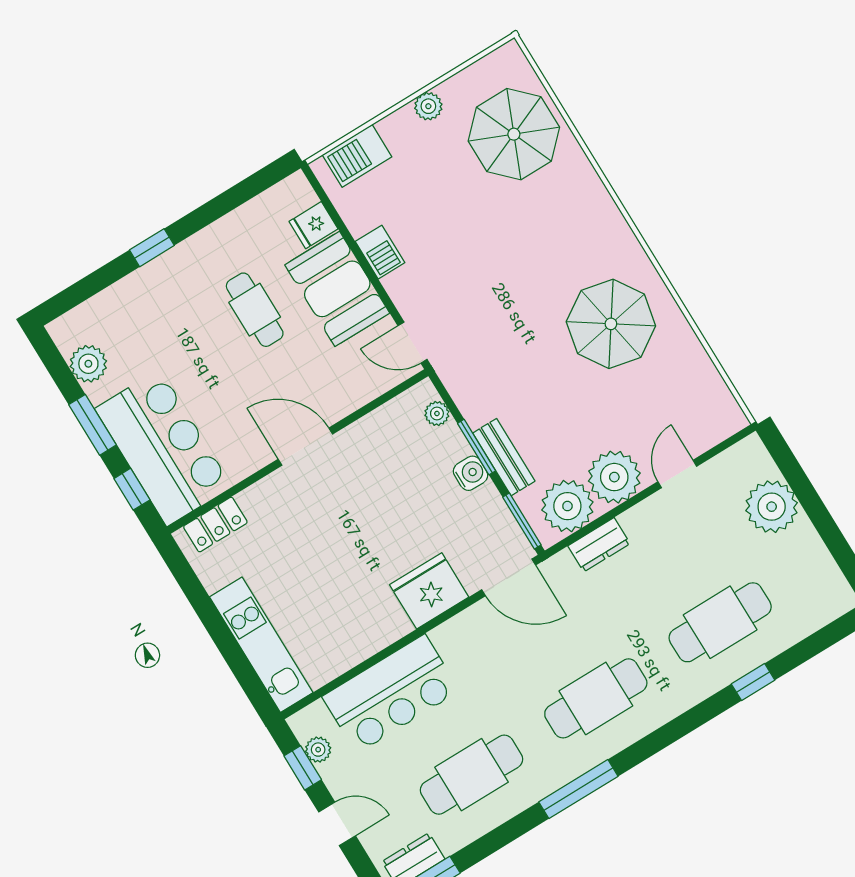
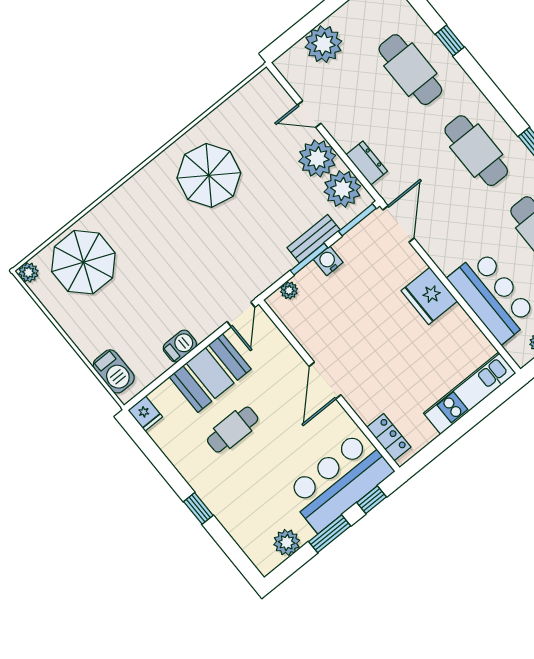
plant: (428, 106) -> (29, 272), moved
fridge: (313, 225) -> (145, 414), moved
fridge: (429, 591) -> (429, 296), moved

